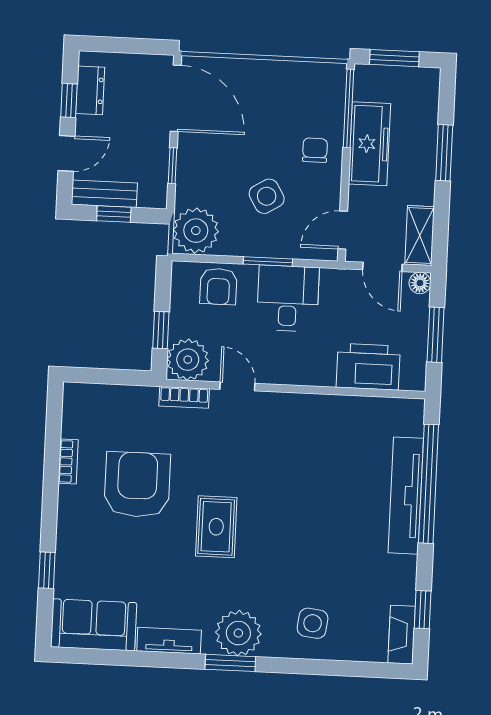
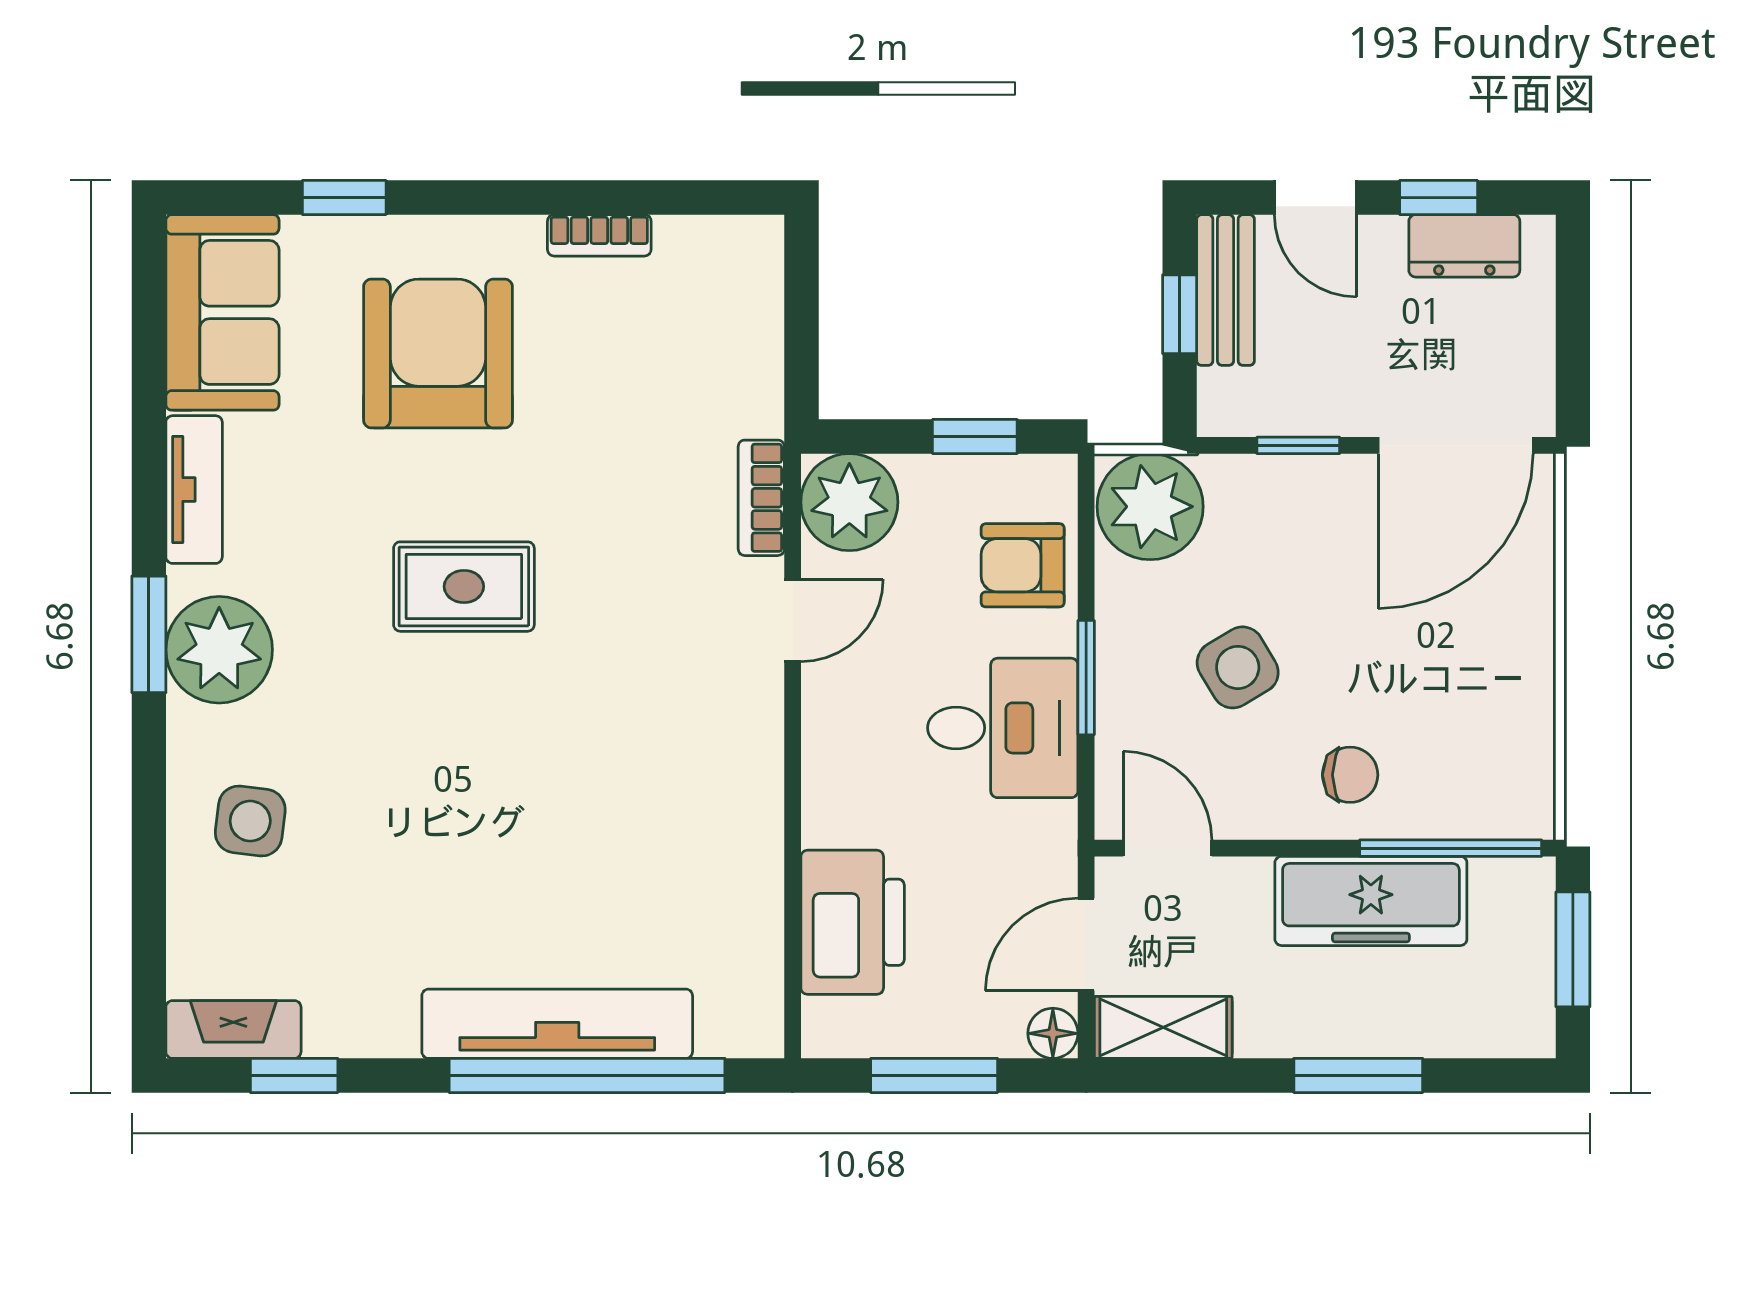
window: (161, 330) -> (975, 436), moved
armchair: (137, 485) -> (438, 354), moved, turned -90

